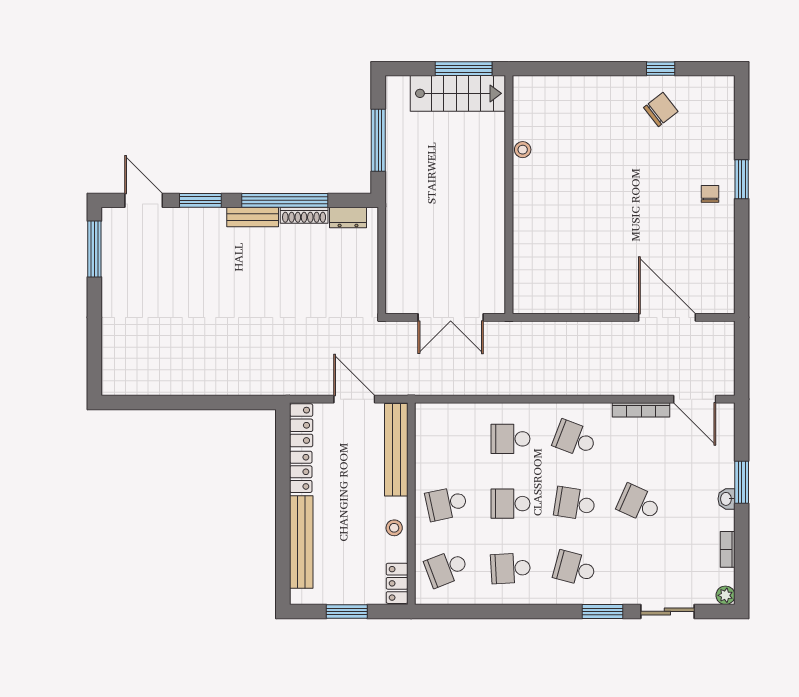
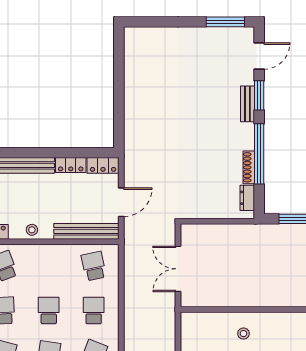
stool: (523, 150) -> (243, 334), moved
bench: (253, 217) -> (247, 104), moved
school desk: (446, 504) -> (94, 266), moved

